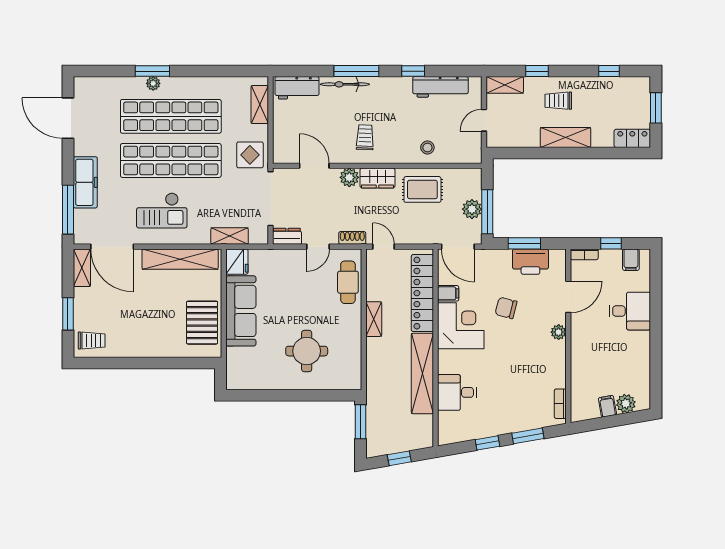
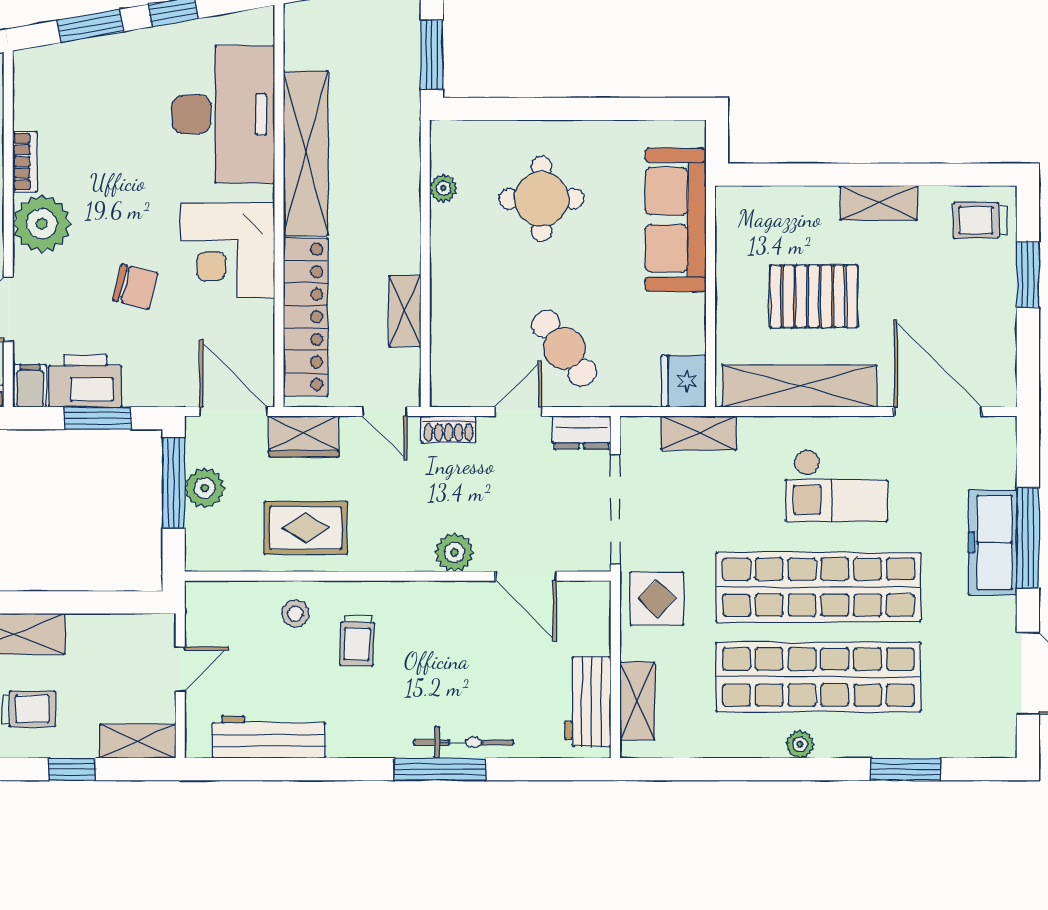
window: (152, 71) -> (906, 769), moved
window: (413, 71) -> (325, 769), removed
plant: (153, 83) -> (800, 744), moved
workbench: (297, 88) -> (588, 702), moved, turned -90
trolley: (365, 137) -> (357, 640), moved
wardrobe: (377, 178) -> (304, 436), moved, turned 180
window: (68, 210) -> (1028, 538), moved
checkout: (162, 210) -> (837, 485), turned 180
shelving: (82, 268) -> (879, 203), moved, turned 90
cafe table: (348, 282) -> (564, 348), moved, turned -37
filing cabinet: (448, 293) -> (30, 386), moved, turned 90
sofa: (241, 311) -> (676, 220), moved
shelving: (374, 319) -> (405, 311), moved
pallet: (202, 323) -> (814, 296), moved, turned 90
plant: (559, 332) -> (42, 224), width x1.88, depth x1.88
plant: (355, 356) -> (443, 188), added
desk: (457, 392) -> (223, 114), width x1.87, depth x1.30
bookcase: (560, 404) -> (25, 162), moved

